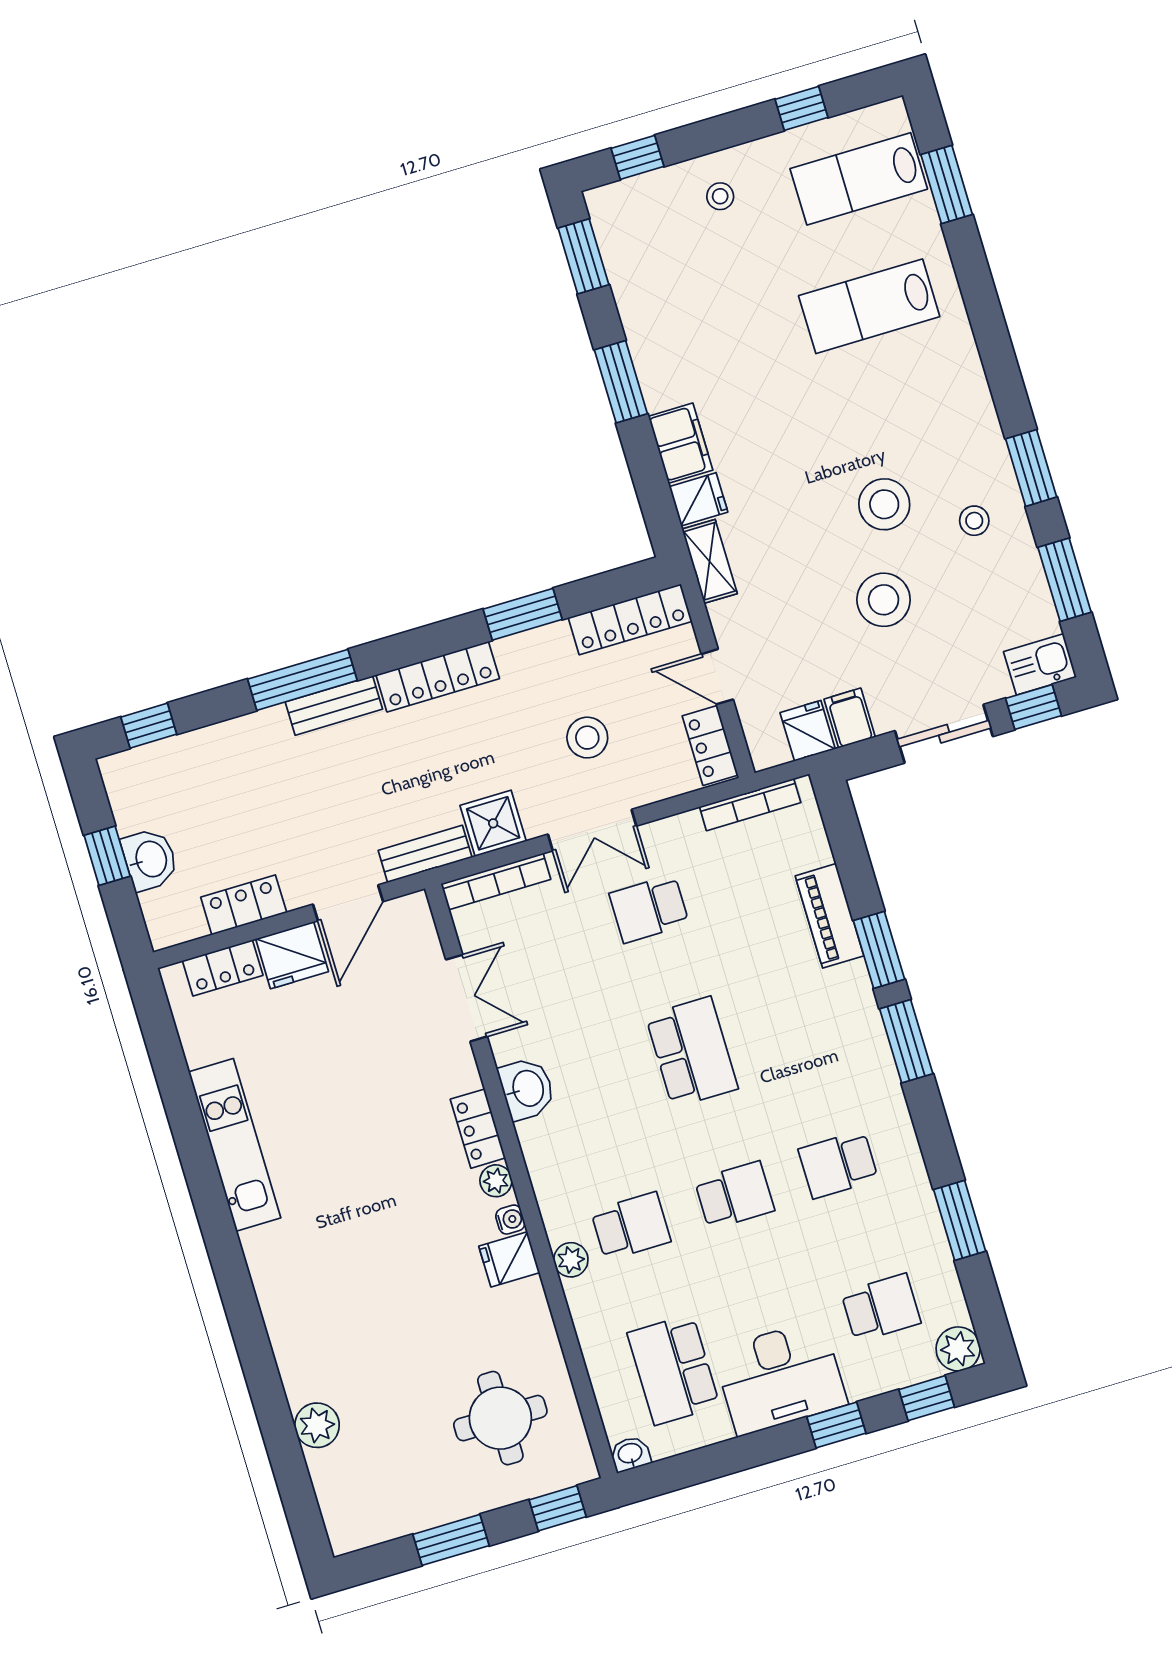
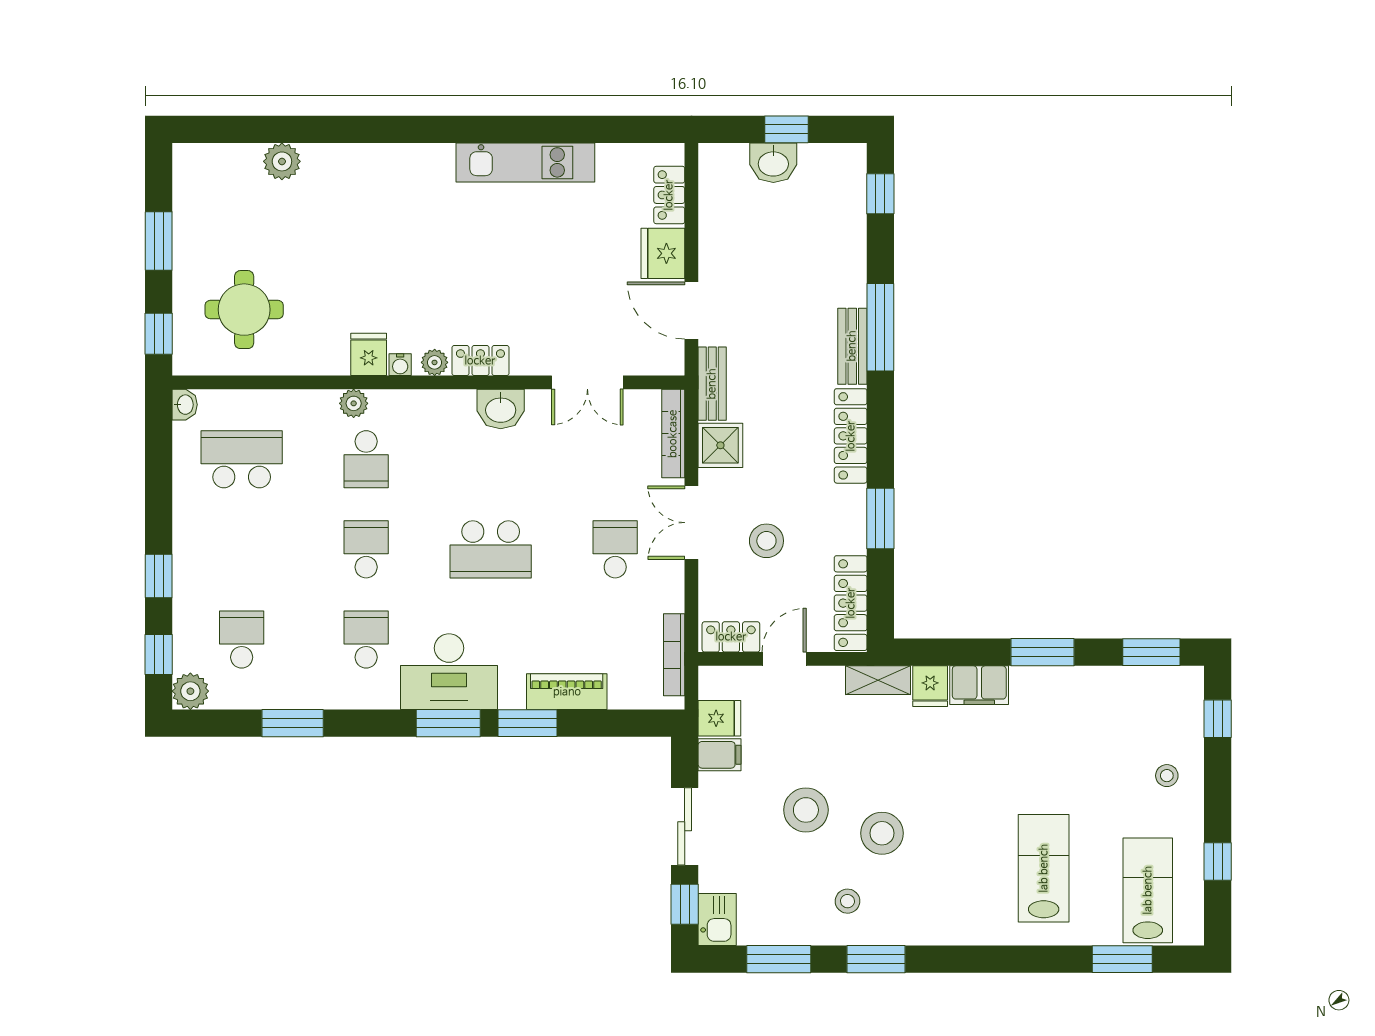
locker: (244, 905) -> (715, 227), removed
school desk: (735, 1195) -> (366, 549), turned 180
school desk: (881, 1308) -> (242, 639), turned 180
desk: (780, 1377) -> (449, 672), moved, turned -90

